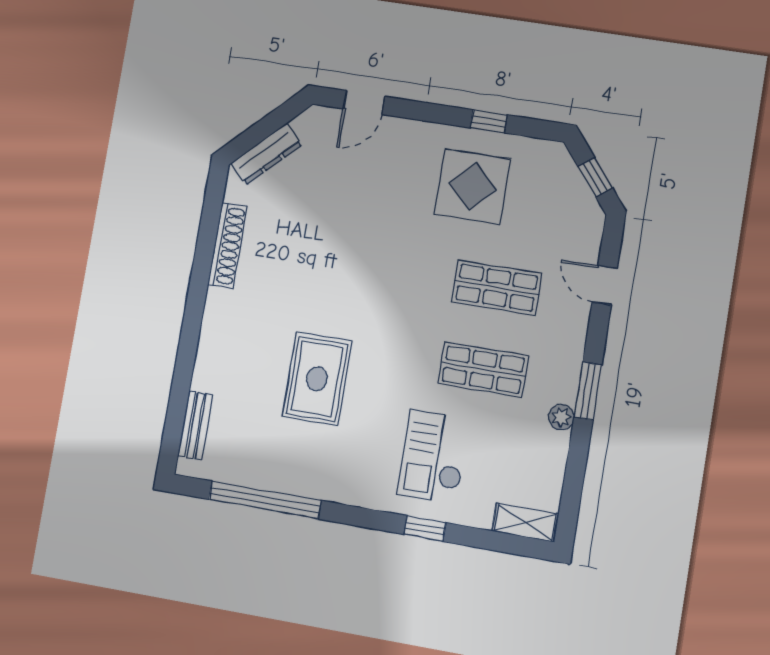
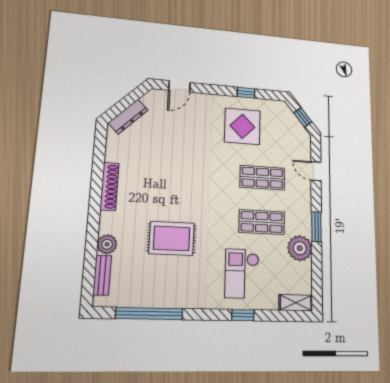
shoe rack: (227, 245) -> (110, 186), moved
plant: (208, 375) -> (107, 244), added
rug: (317, 379) -> (172, 238), turned 90
plant: (561, 417) -> (300, 248), width x1.88, depth x1.88

